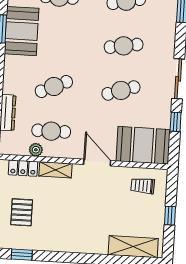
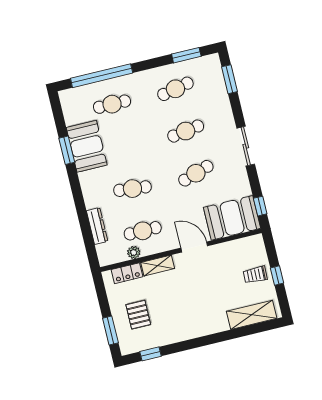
cafe table: (54, 86) -> (132, 189), turned 30
window: (176, 122) -> (260, 206), moved
trolley: (143, 186) -> (255, 275), moved

